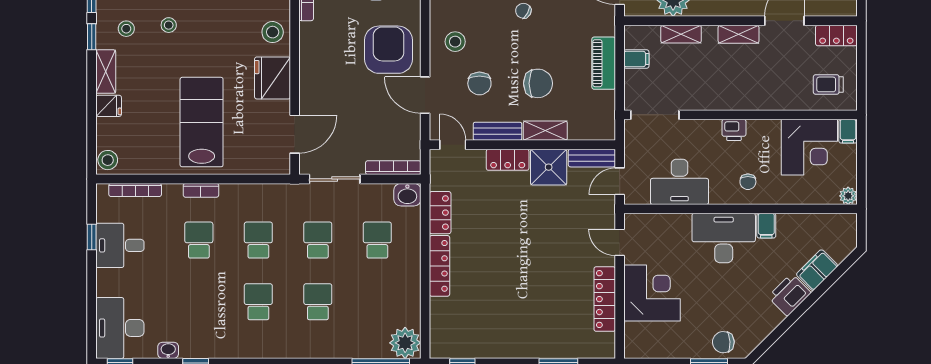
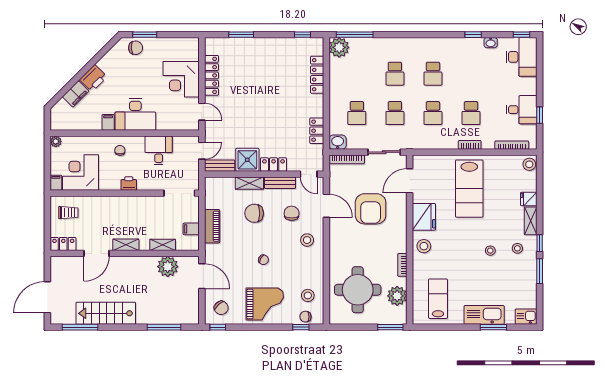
armchair: (389, 50) -> (371, 209), moved
desk: (679, 182) -> (159, 150), width x0.73
locker: (439, 266) -> (317, 75), moved

